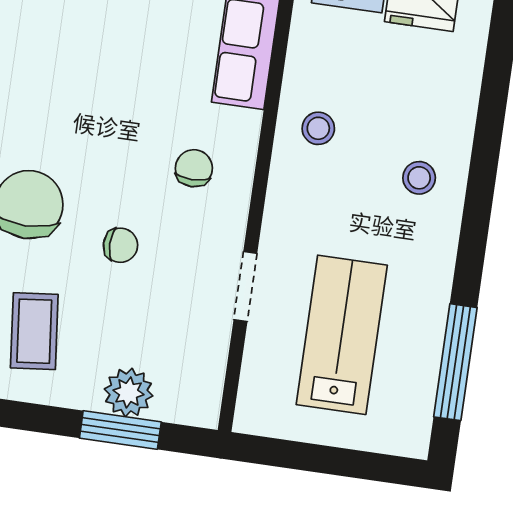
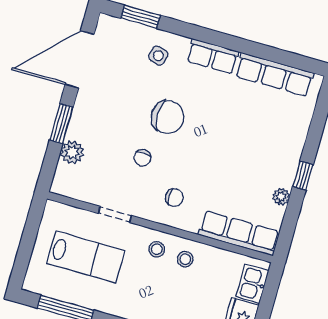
stool: (419, 178) -> (157, 249), moved
coffee table: (34, 331) -> (107, 111), removed
window: (120, 430) -> (61, 123), moved

